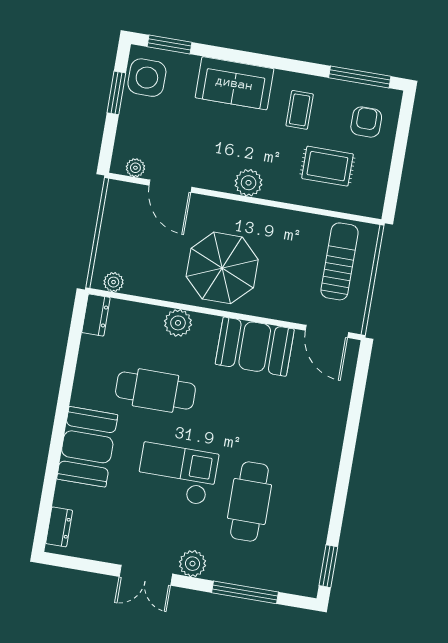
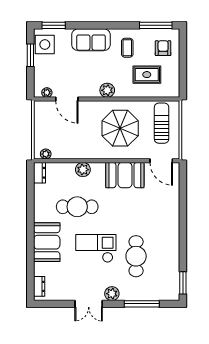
parasol: (222, 268) -> (120, 128), moved

